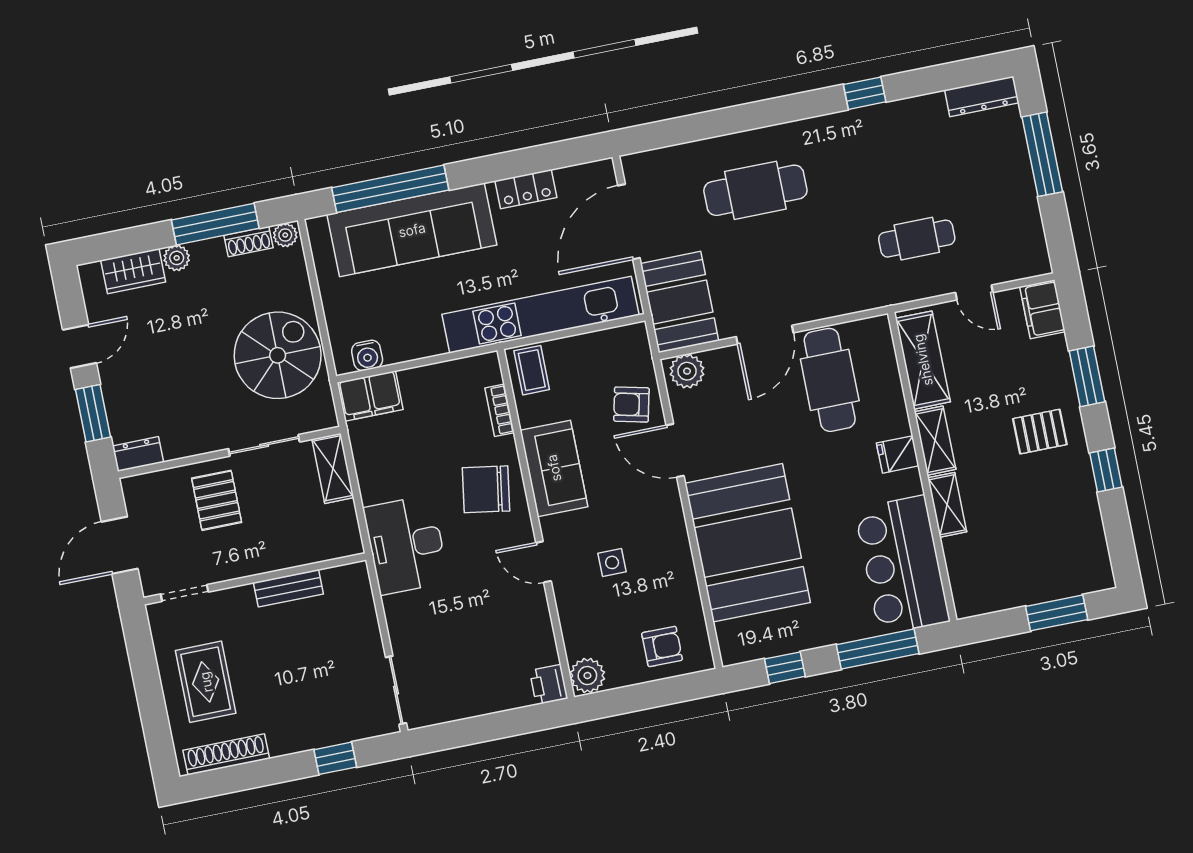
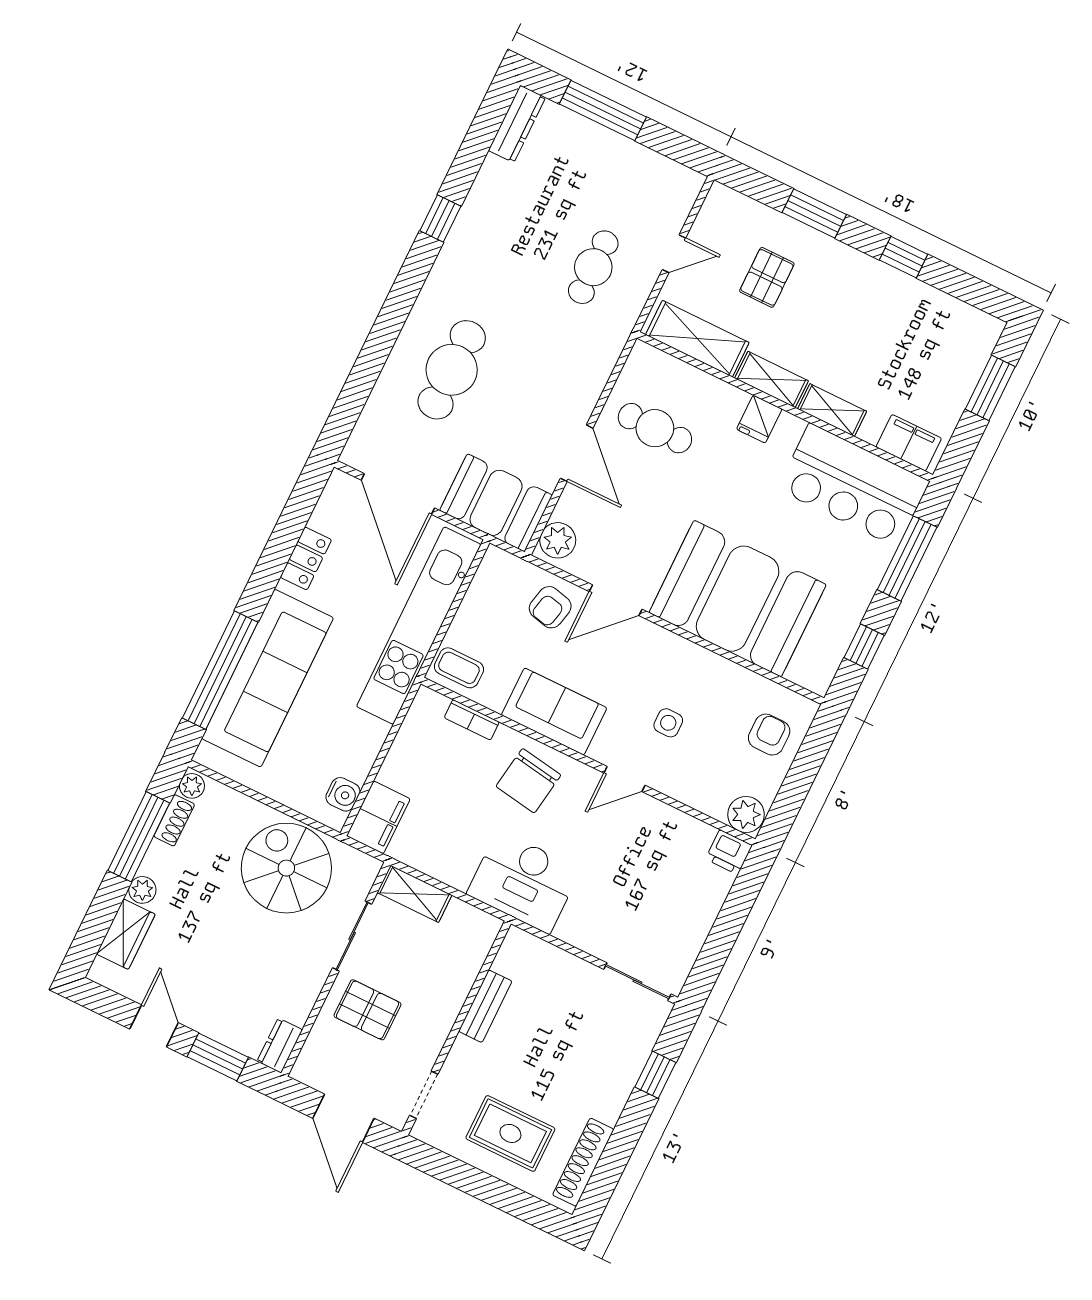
filing cabinet: (1042, 309) -> (909, 443), moved, turned 180
cafe table: (830, 380) -> (655, 428), width x0.73, depth x0.74
pallet: (1040, 432) -> (767, 277), moved

